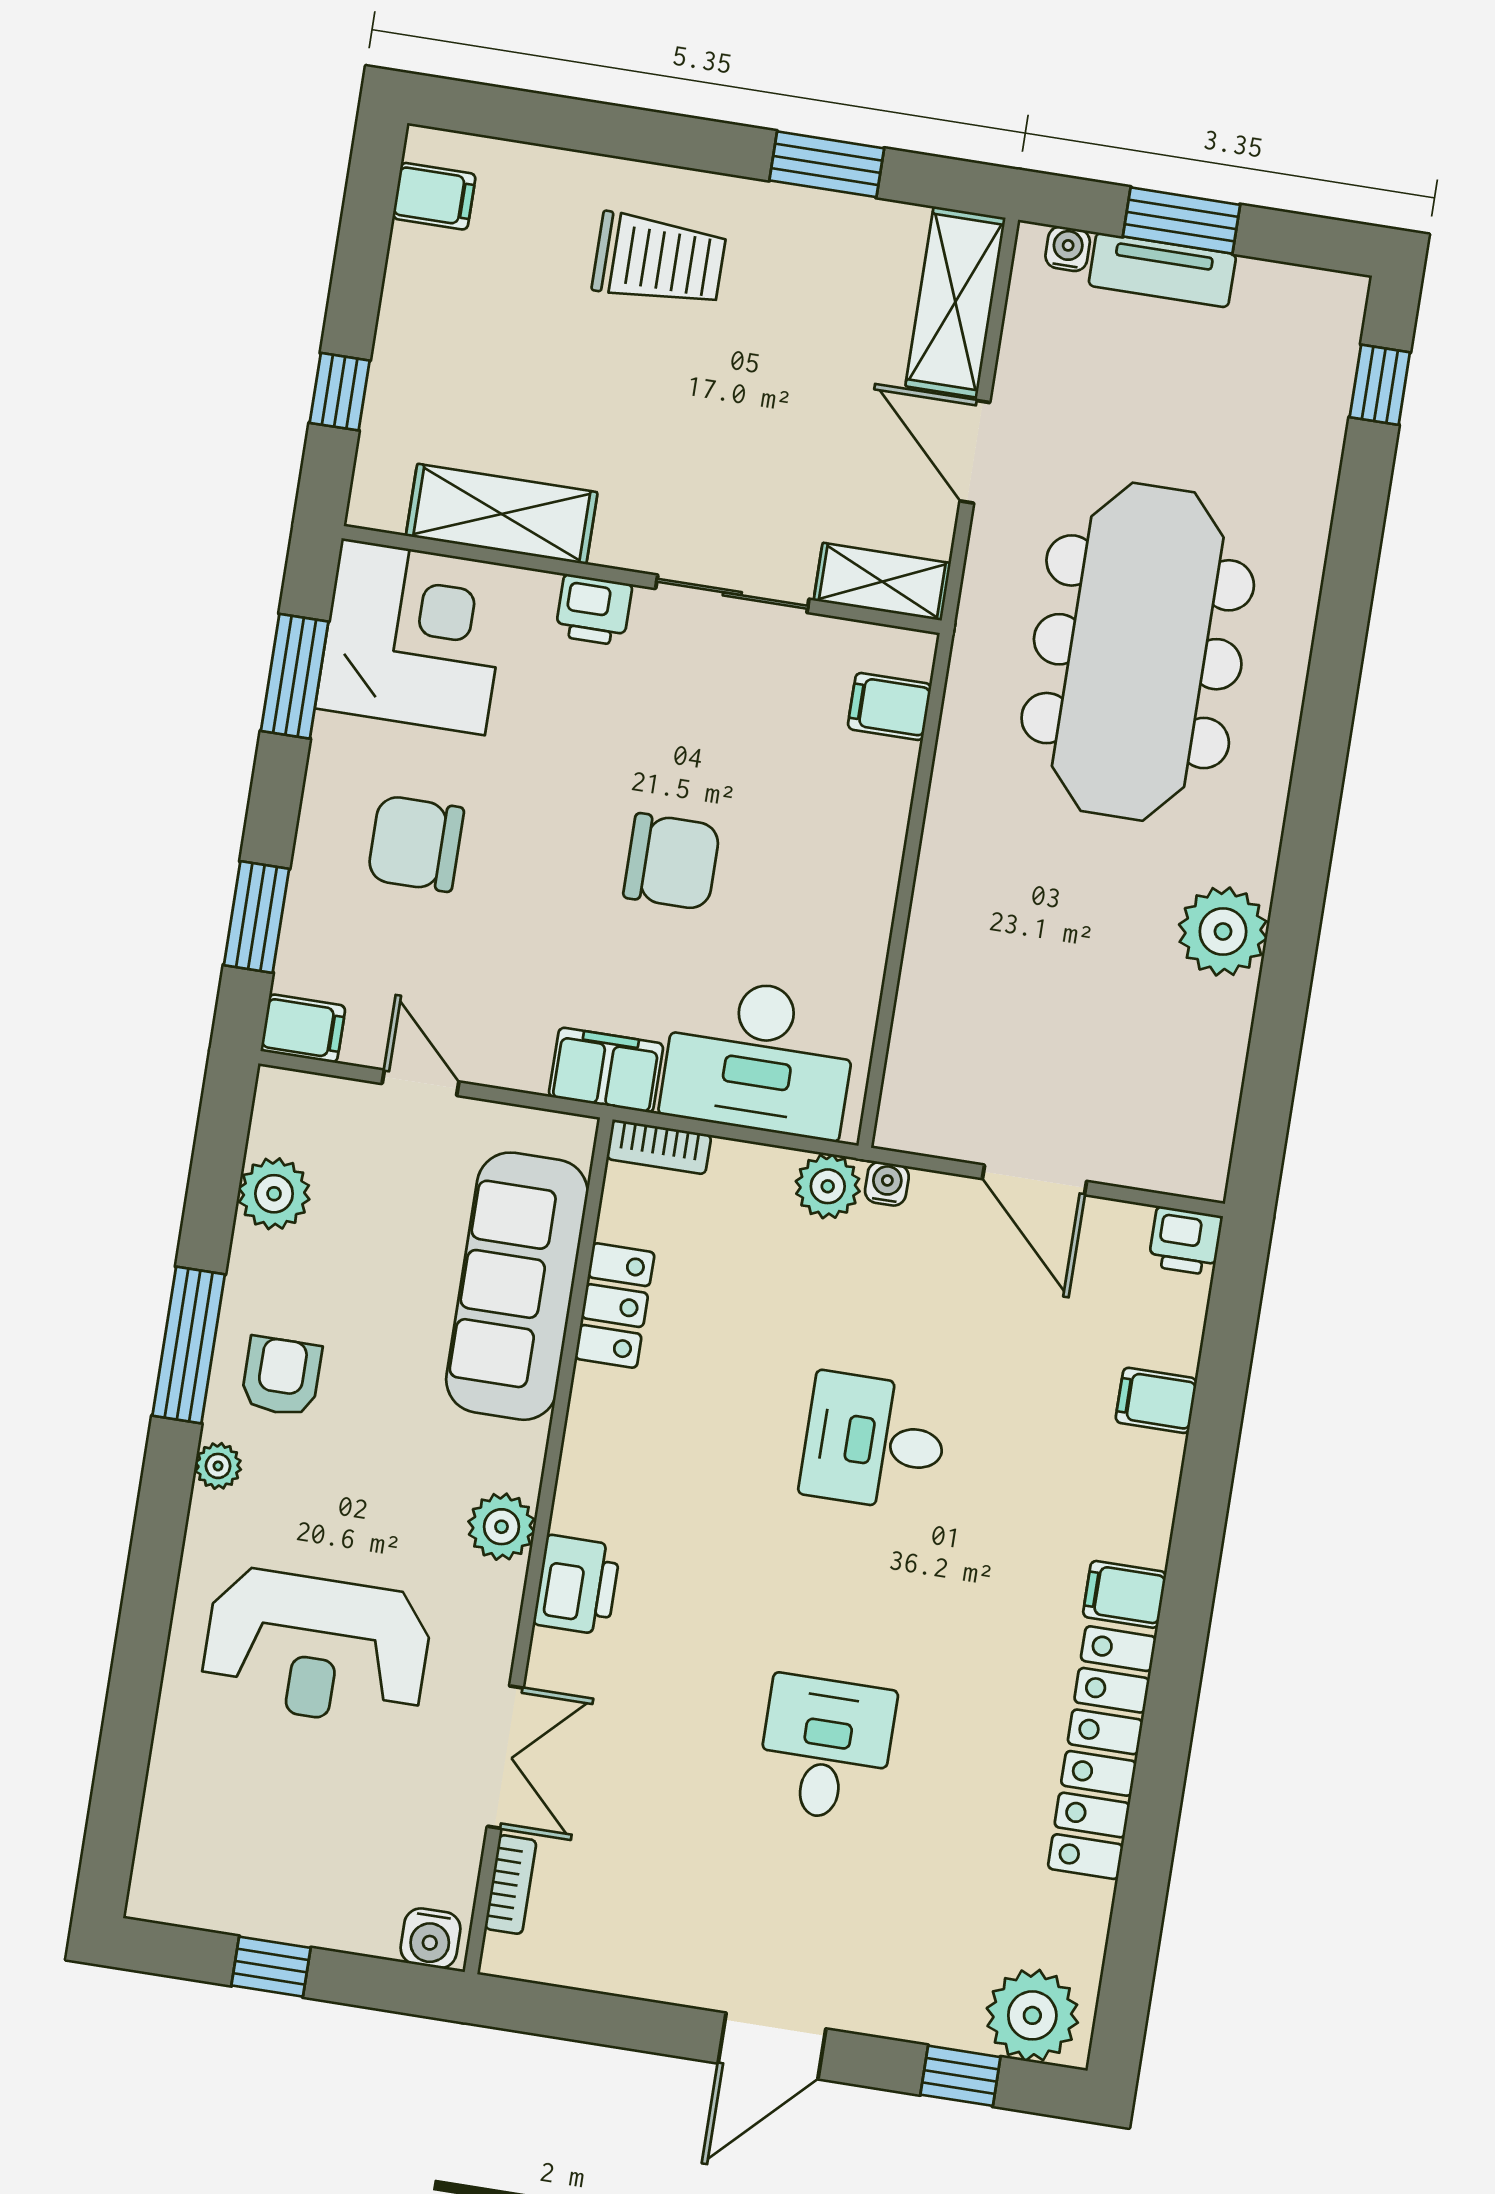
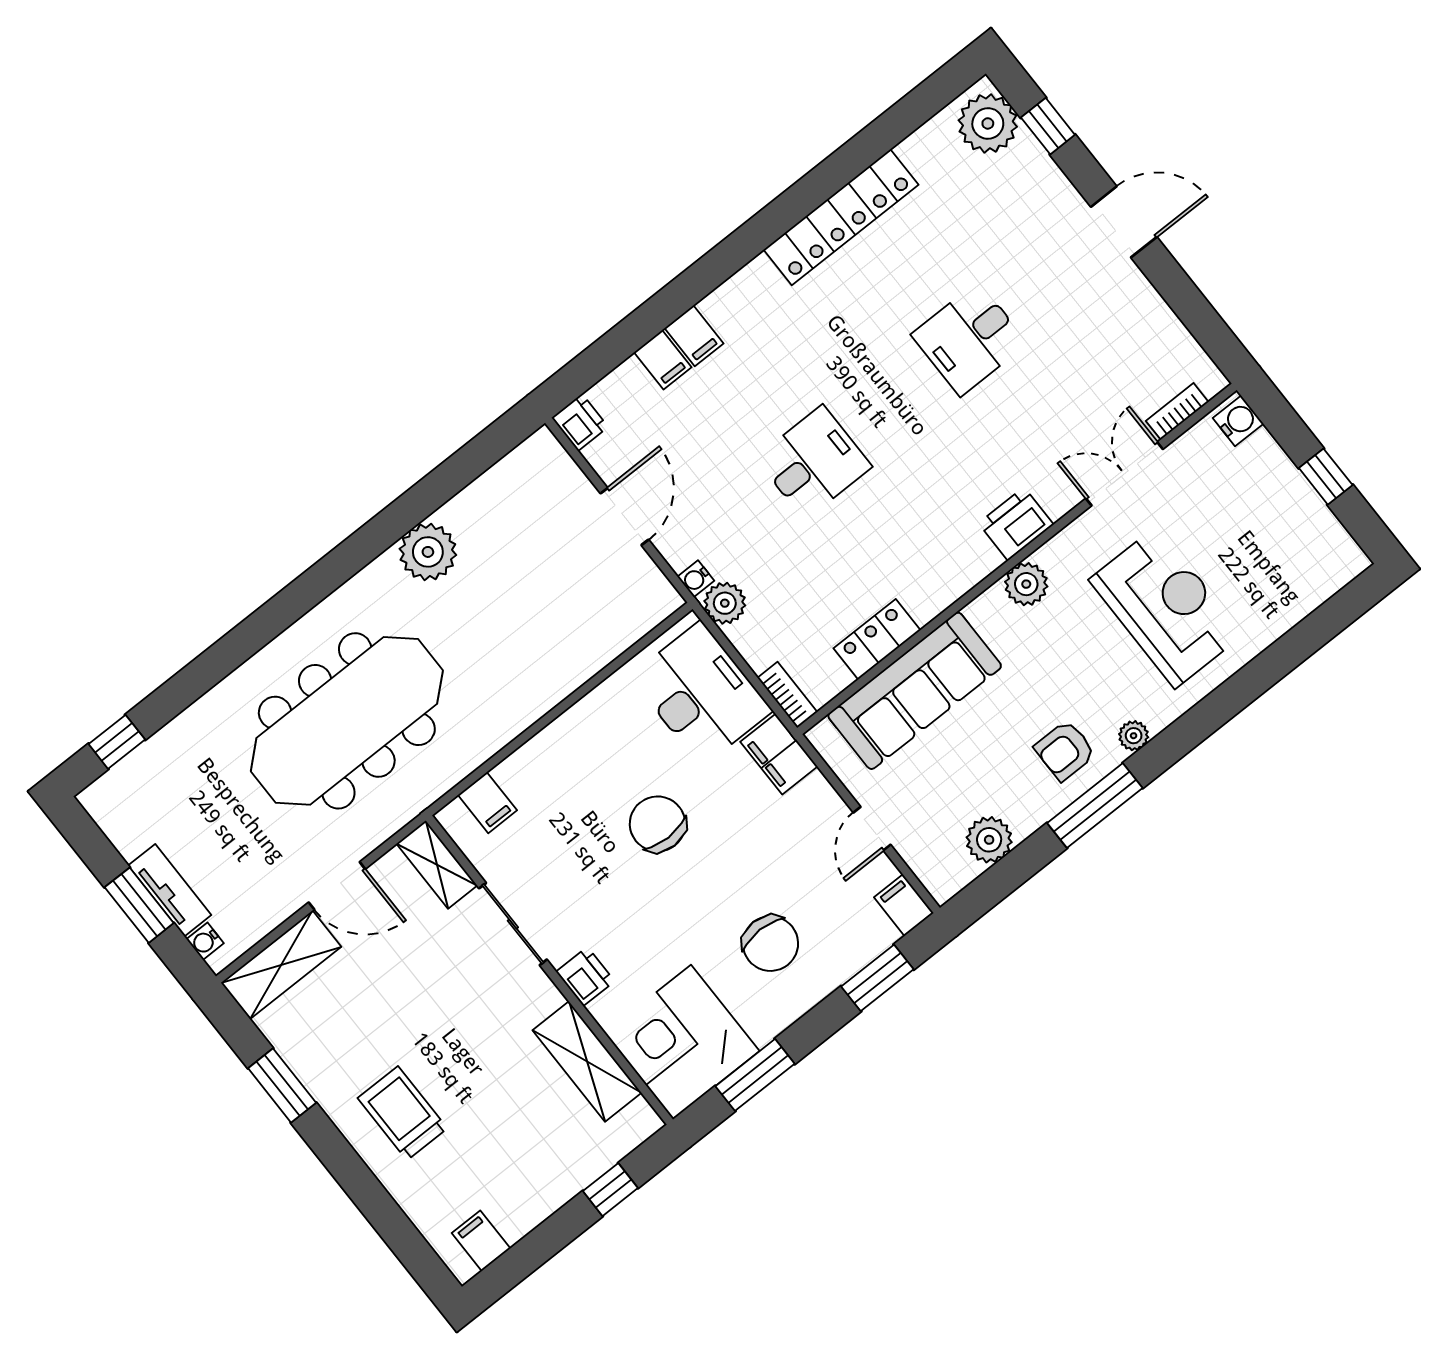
door: (975, 452) -> (337, 886), hinge flipped
desk: (874, 1442) -> (814, 462), turned -90
filing cabinet: (1125, 1594) -> (694, 336), moved

